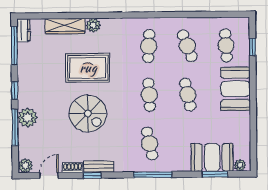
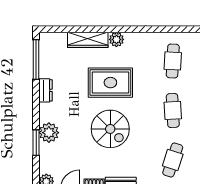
dresser: (23, 30) -> (46, 90), moved
window: (15, 90) -> (36, 105), removed
window: (15, 128) -> (36, 143), width x0.69
cafe table: (150, 143) -> (173, 160), turned 30

